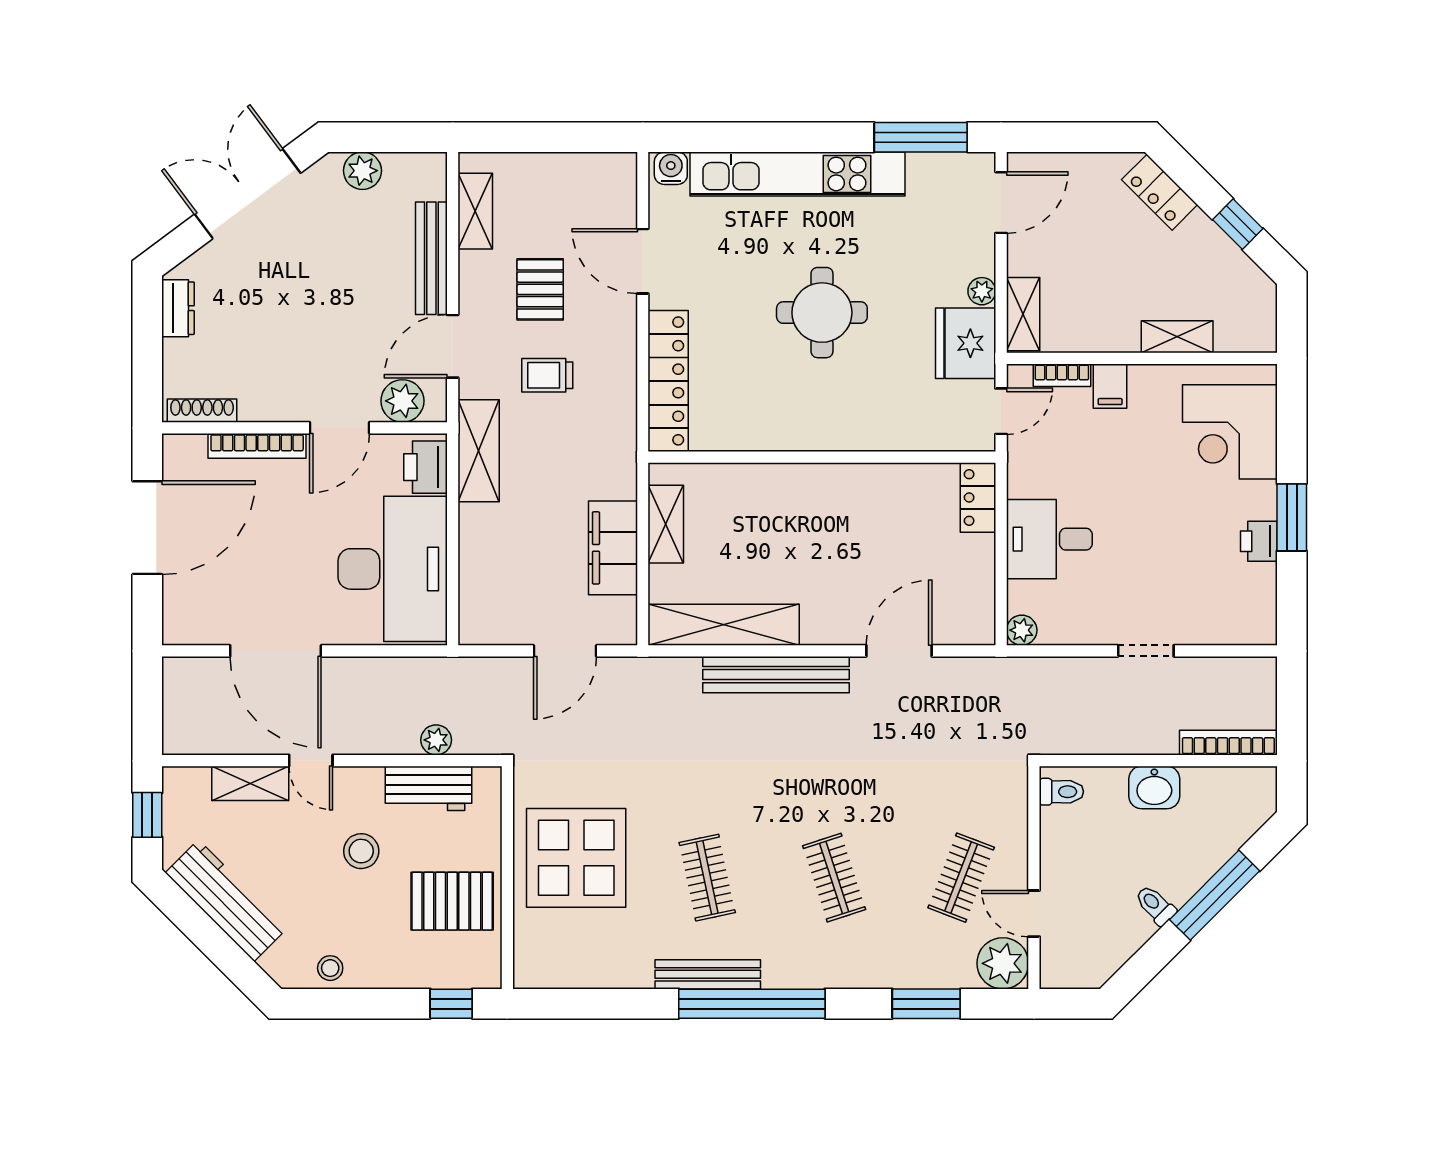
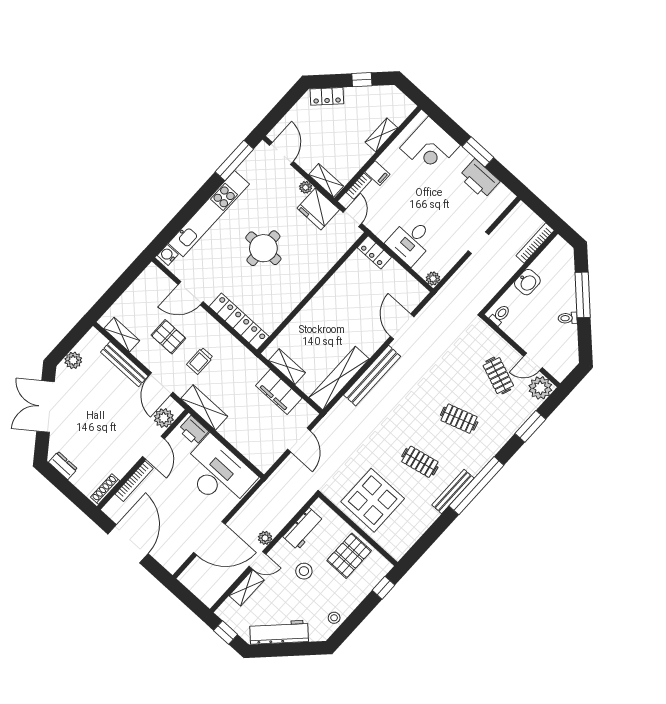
printer: (1259, 541) -> (479, 179), width x1.87, depth x1.48
plant: (436, 740) -> (265, 538), moved

